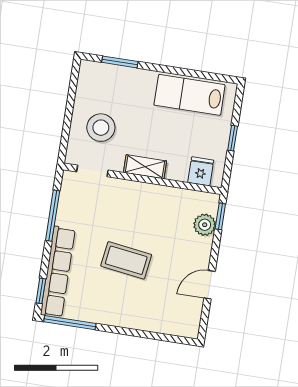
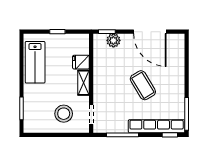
fridge: (201, 171) -> (81, 62), moved
coffee table: (126, 260) -> (143, 85), turned -39
door: (210, 285) -> (150, 32), width x1.87

